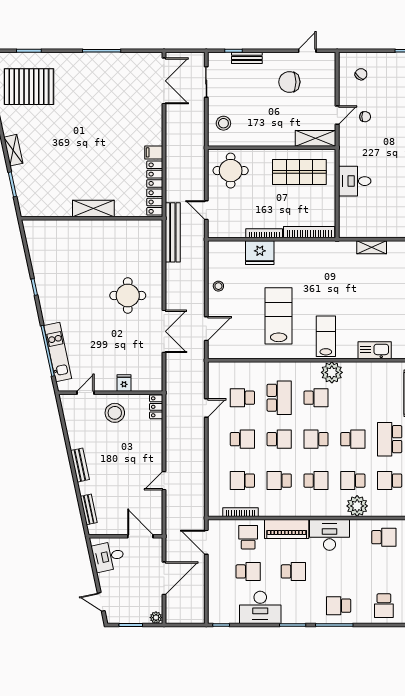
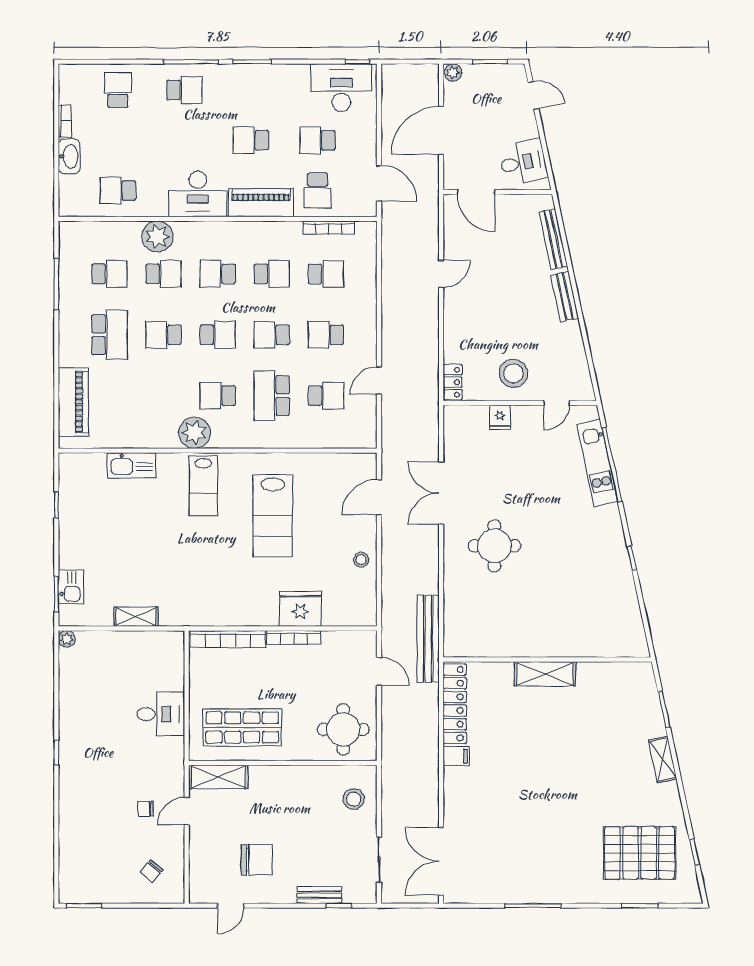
bench: (89, 509) -> (553, 239), width x1.36
desk: (260, 607) -> (341, 88), moved

